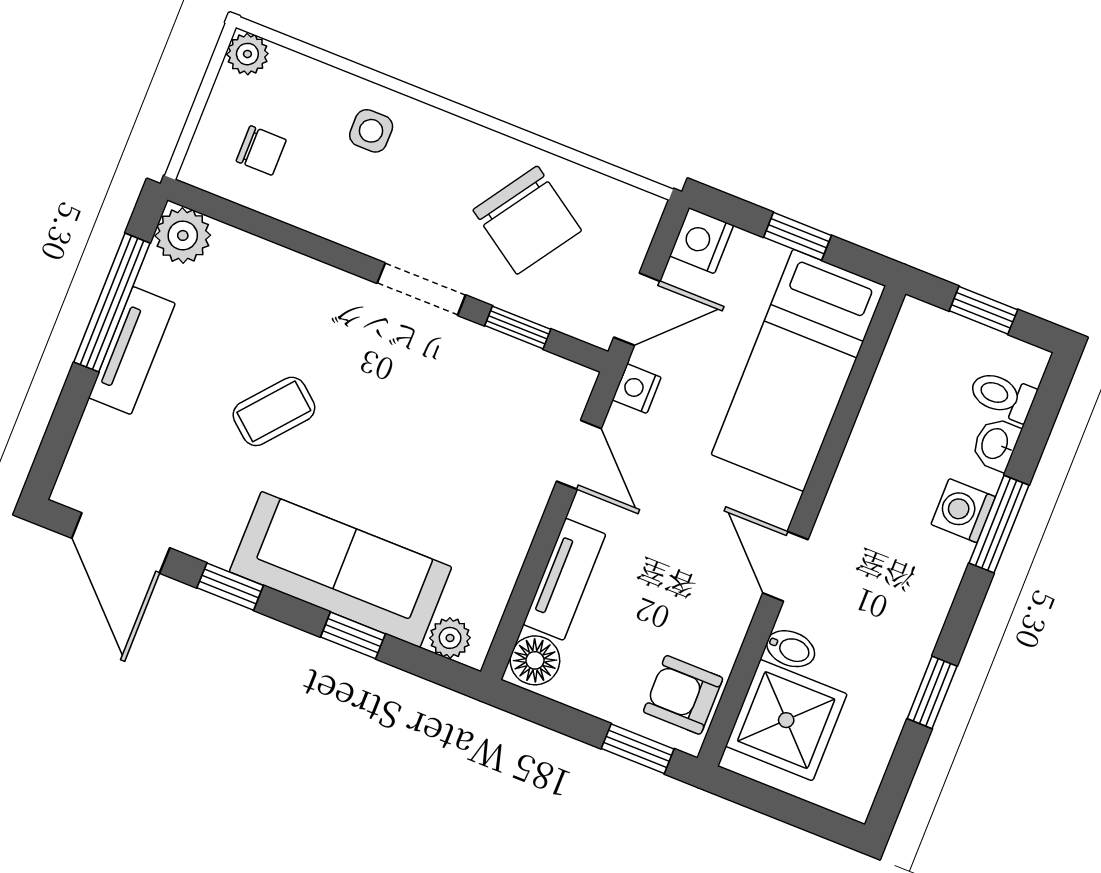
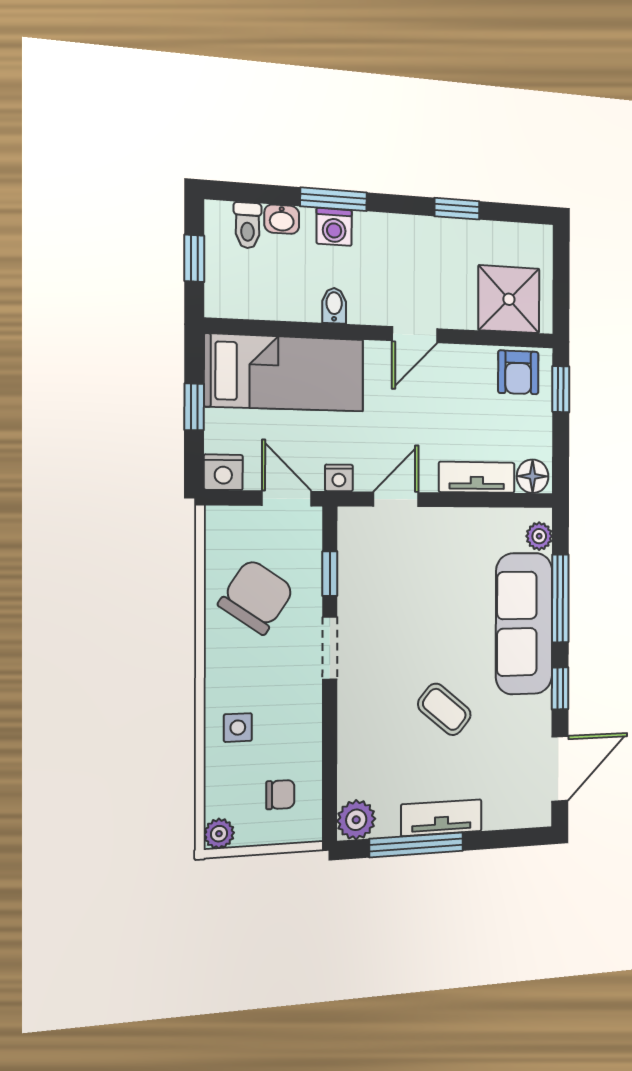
chair: (261, 150) -> (280, 795), turned 90
window: (353, 635) -> (560, 598), width x2.17
bidet: (791, 649) -> (334, 306), moved

